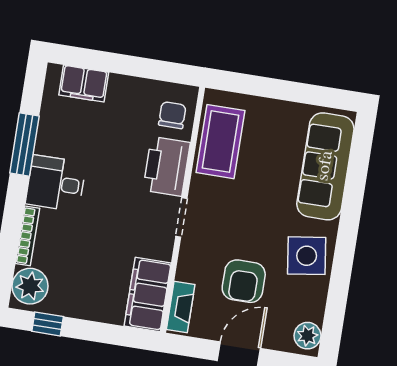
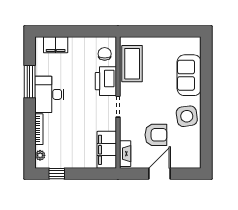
sofa: (325, 166) -> (189, 75), width x0.73
desk: (56, 183) -> (49, 94), width x1.37
armchair: (244, 281) -> (156, 135), turned -90
plant: (30, 286) -> (40, 155), width x0.53, depth x0.53
plant: (307, 336) -> (194, 158), removed

